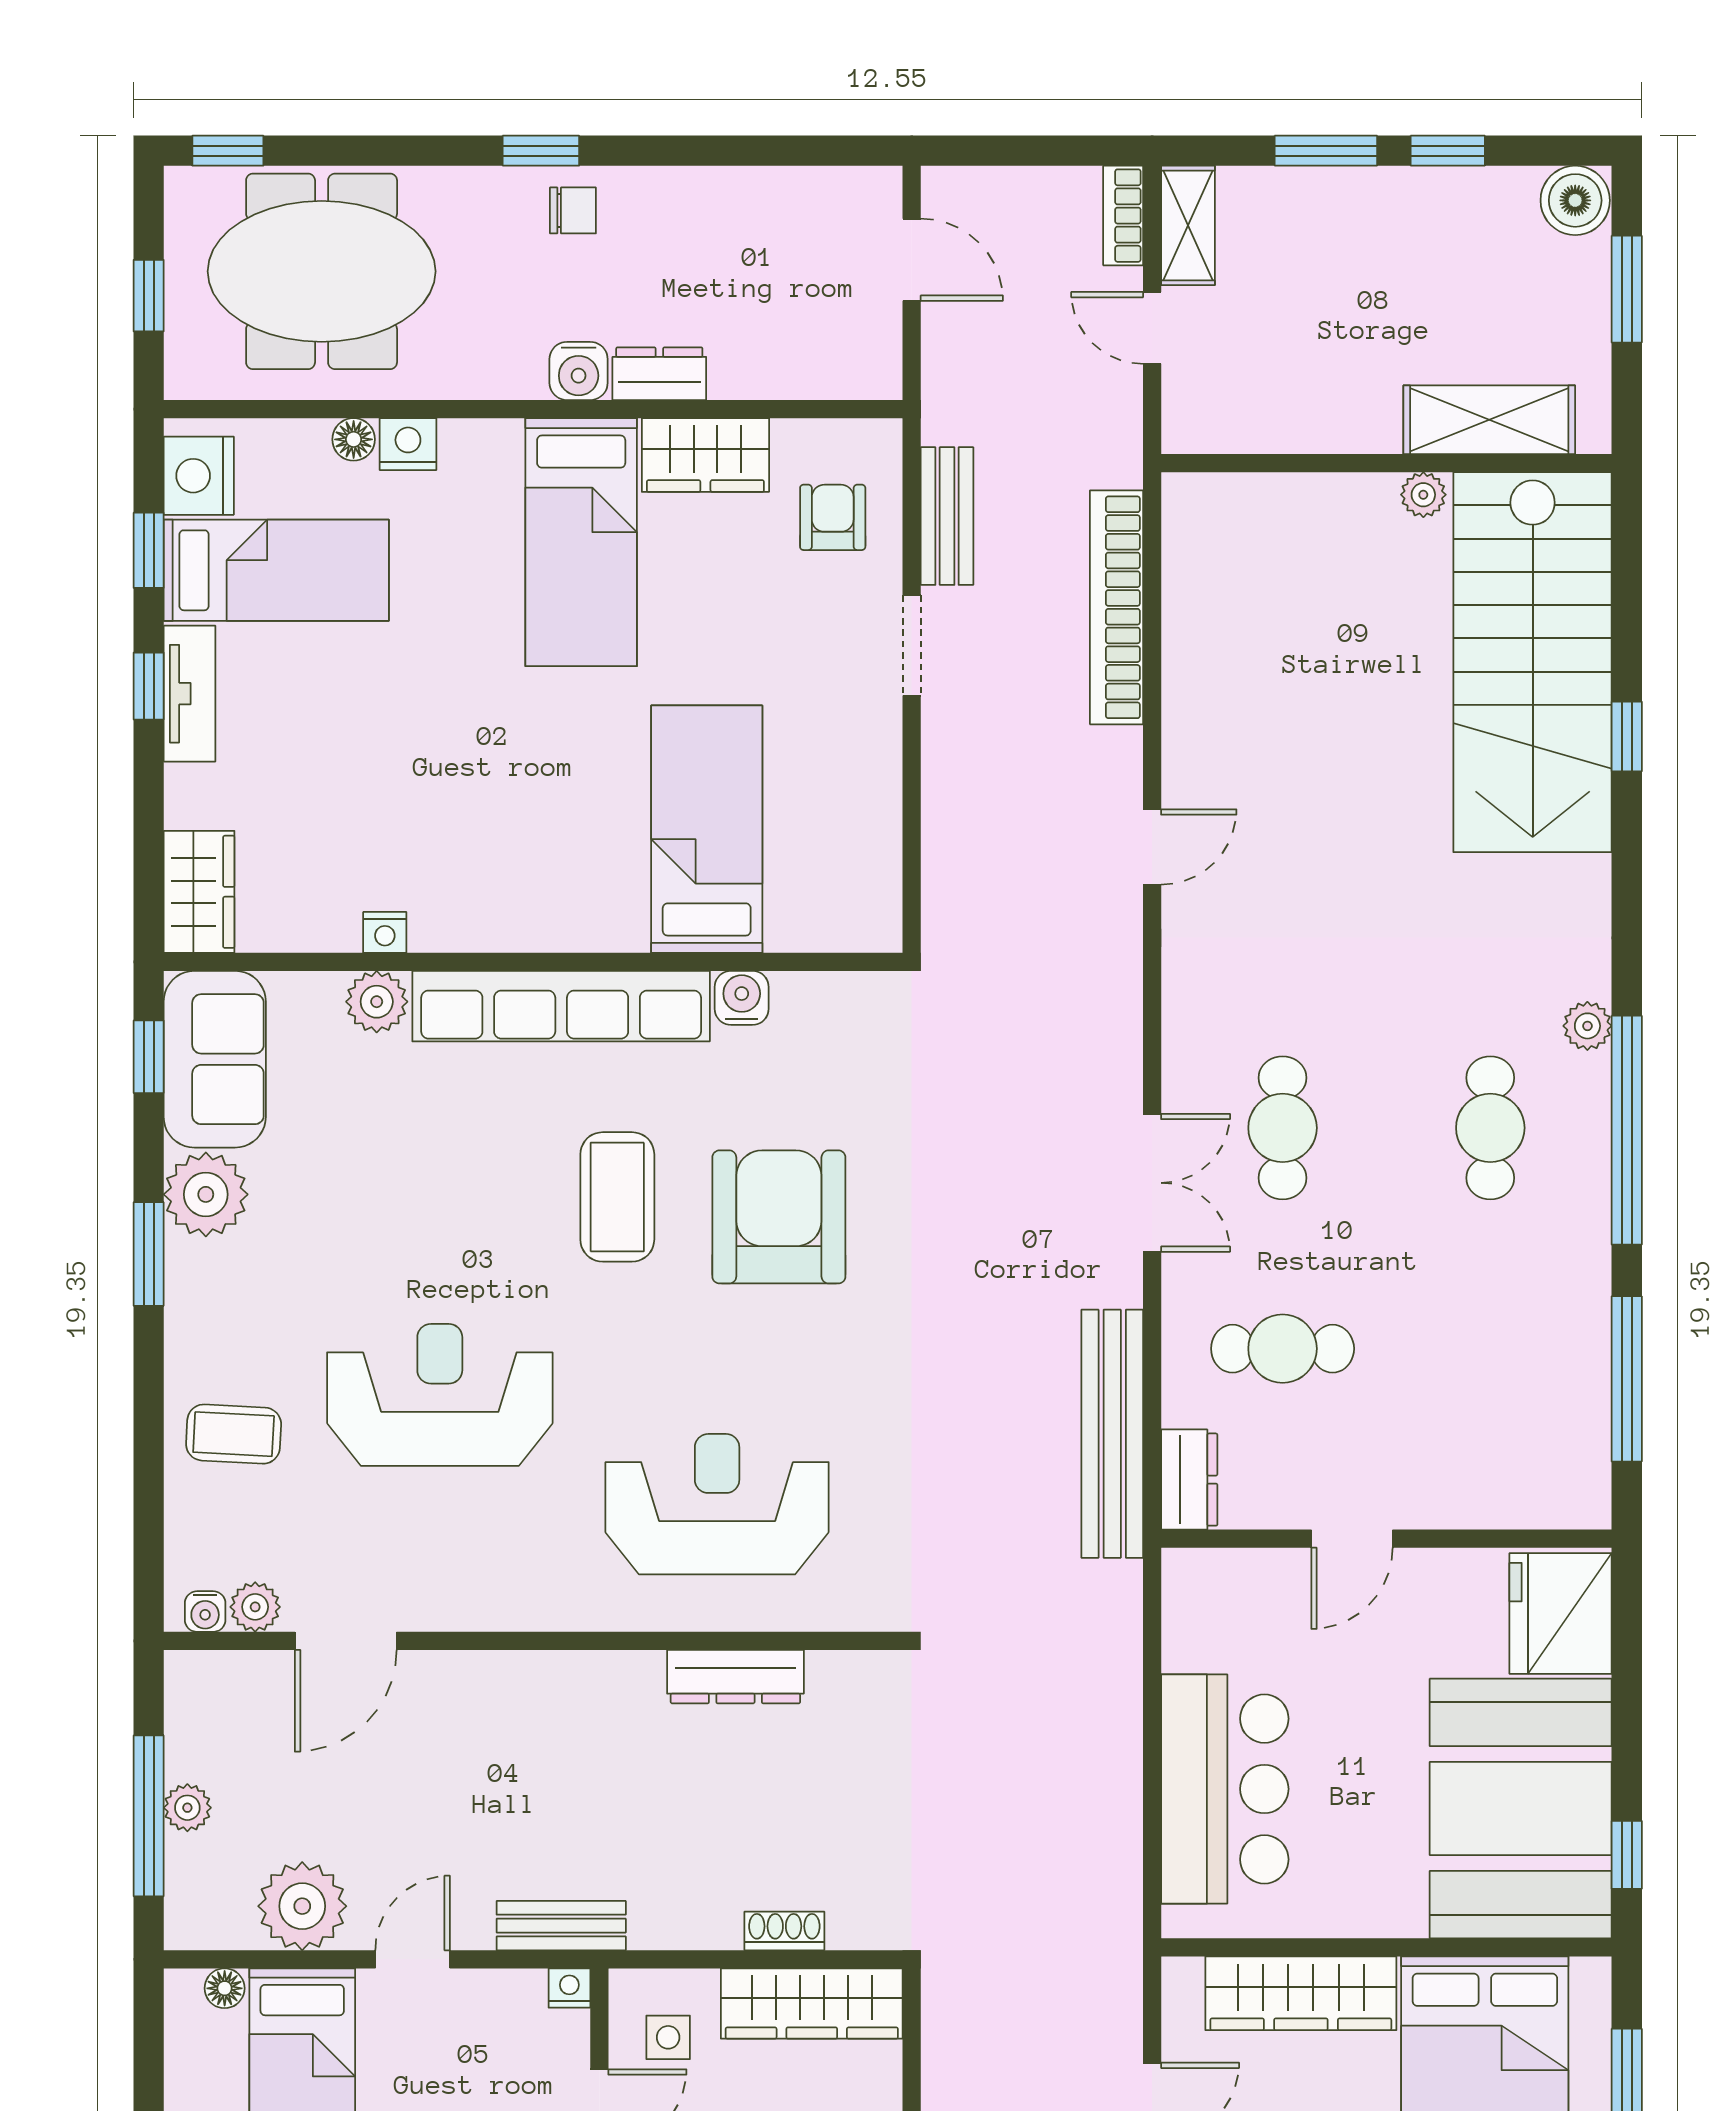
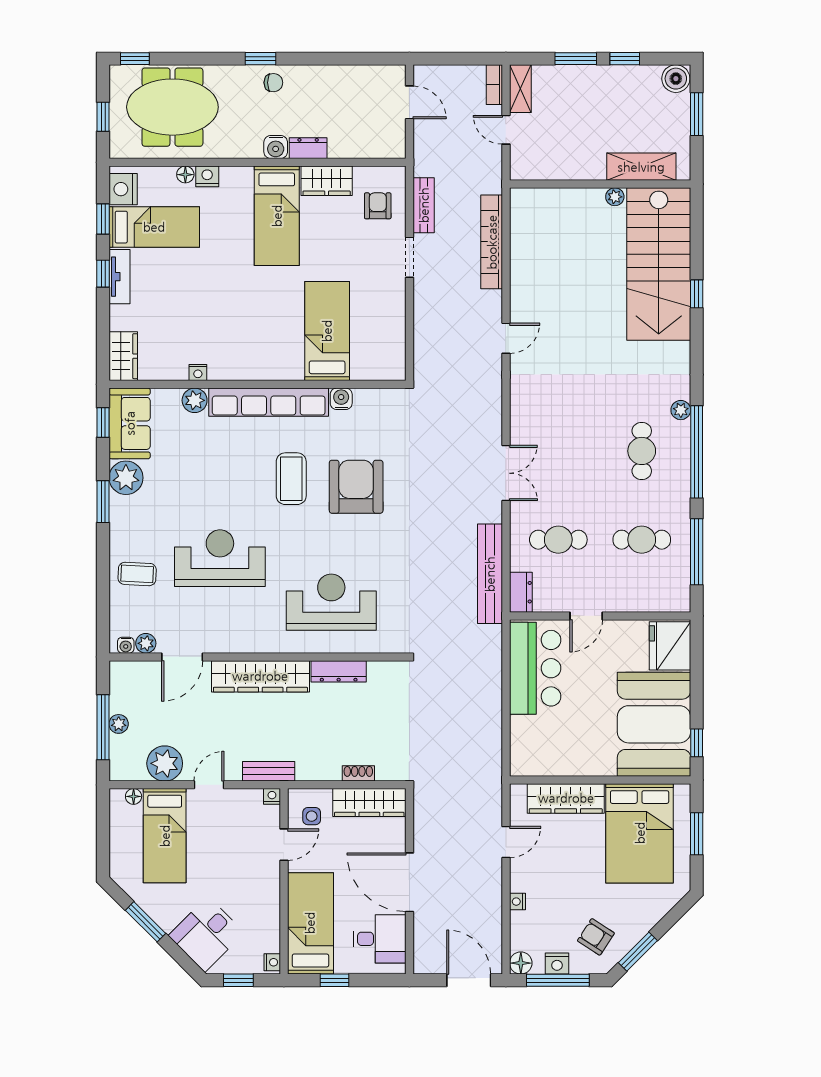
cafe table: (1283, 1128) -> (642, 540), moved, turned 90
wardrobe: (541, 1689) -> (260, 676), added
bar counter: (1225, 1789) -> (535, 668), moved

